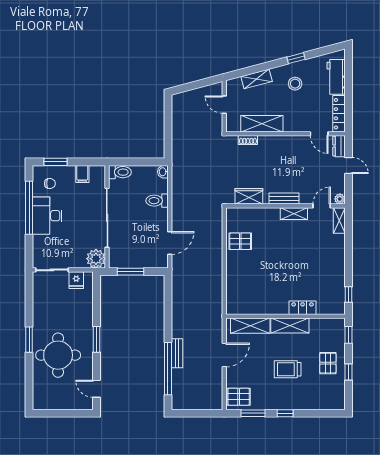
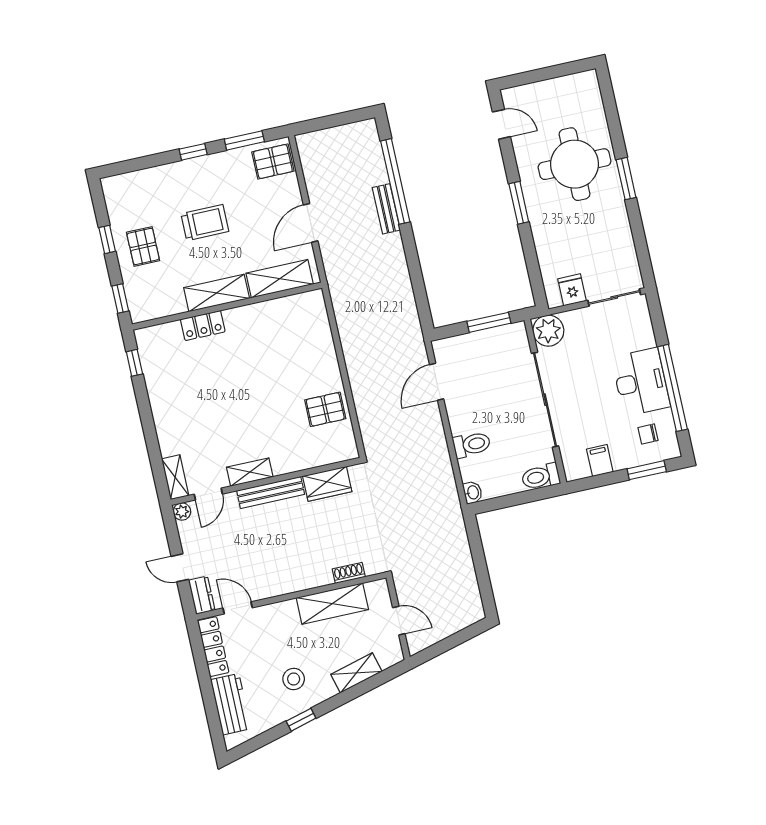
bench: (284, 199) -> (271, 492), width x1.36

